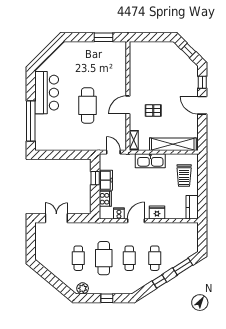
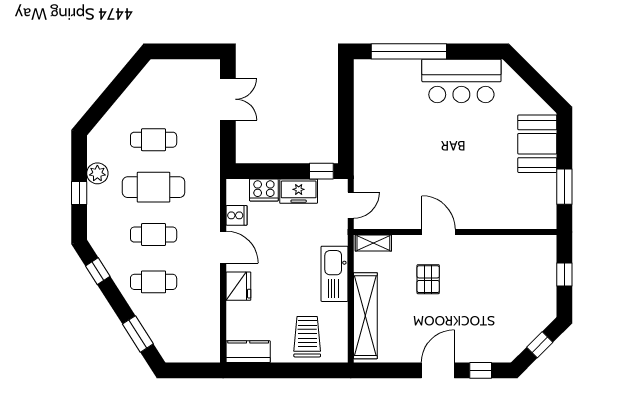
window: (151, 37) -> (564, 274), added
booth: (80, 52) -> (537, 144), added
cafe table: (88, 105) -> (437, 157), removed
trolley: (184, 176) -> (307, 337), turned 90
window: (95, 178) -> (321, 171), moved
window: (159, 281) -> (98, 271), moved
plant: (83, 288) -> (97, 173), moved

